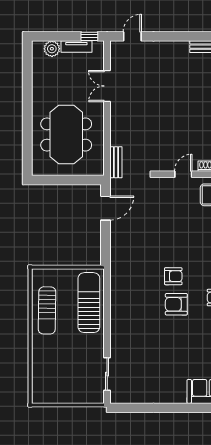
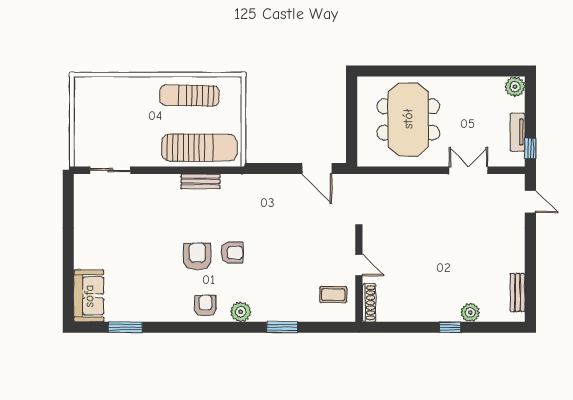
plant: (52, 49) -> (515, 87), moved
meeting table: (66, 134) -> (408, 119), turned 90
bench: (116, 162) -> (200, 181), moved
armchair: (173, 276) -> (232, 253), turned -90

